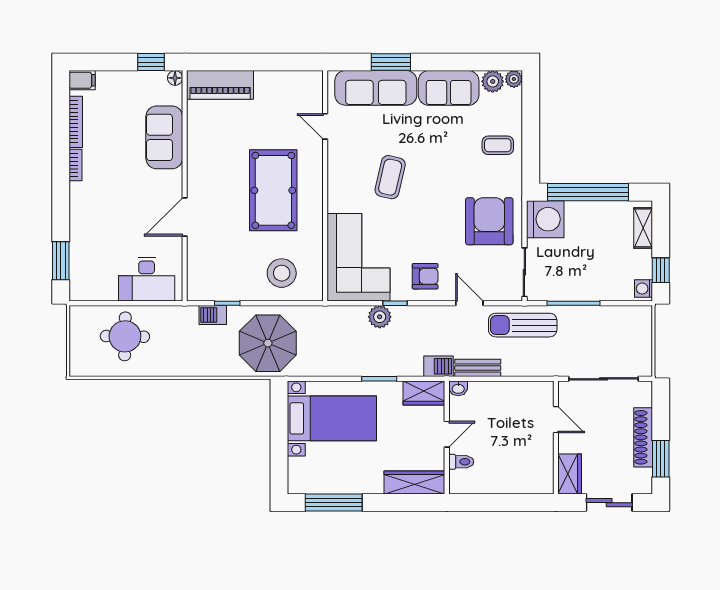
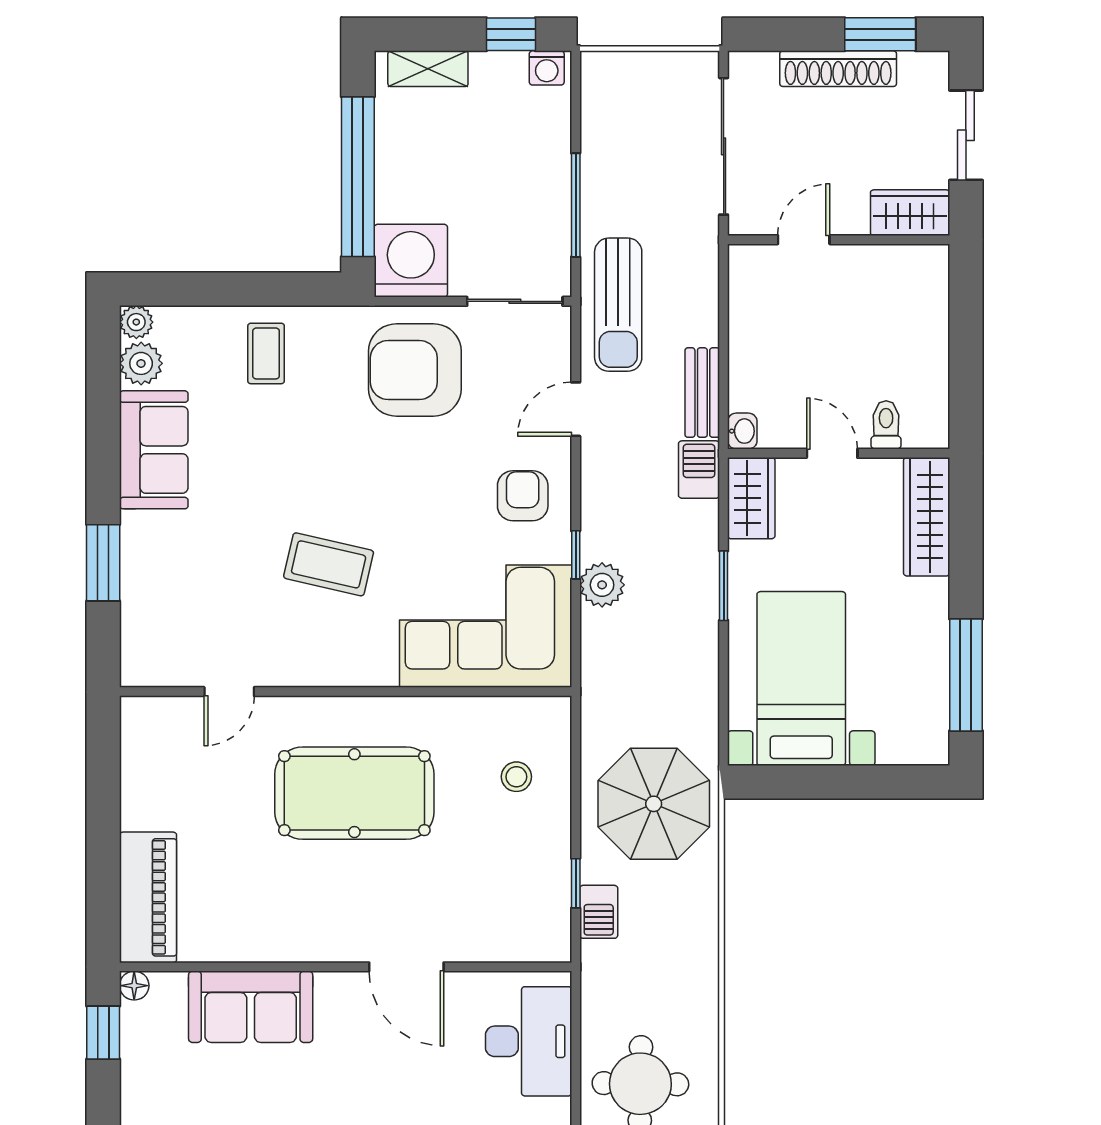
sofa: (376, 88) -> (154, 592), removed
stool: (282, 273) -> (516, 777), width x0.53, depth x0.53

